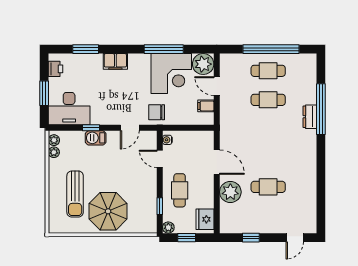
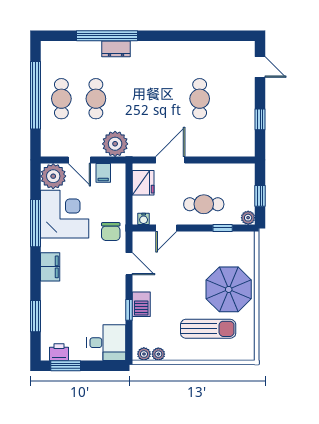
filing cabinet: (115, 61) -> (50, 267), moved
door: (217, 86) -> (79, 160), hinge flipped
window: (44, 93) -> (66, 366), moved
desk: (69, 109) -> (106, 343), width x0.73
plant: (230, 192) -> (115, 144), moved
fridge: (205, 219) -> (143, 183), moved, turned -90

